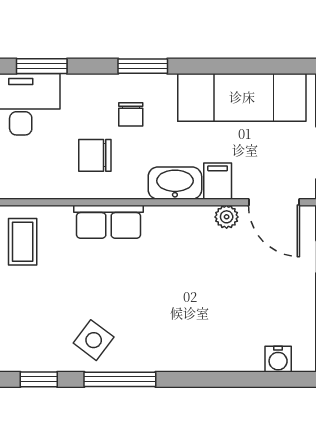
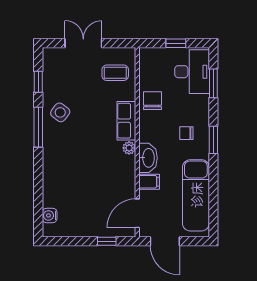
chair: (95, 155) -> (152, 101), moved
plant: (227, 217) -> (129, 148), moved

